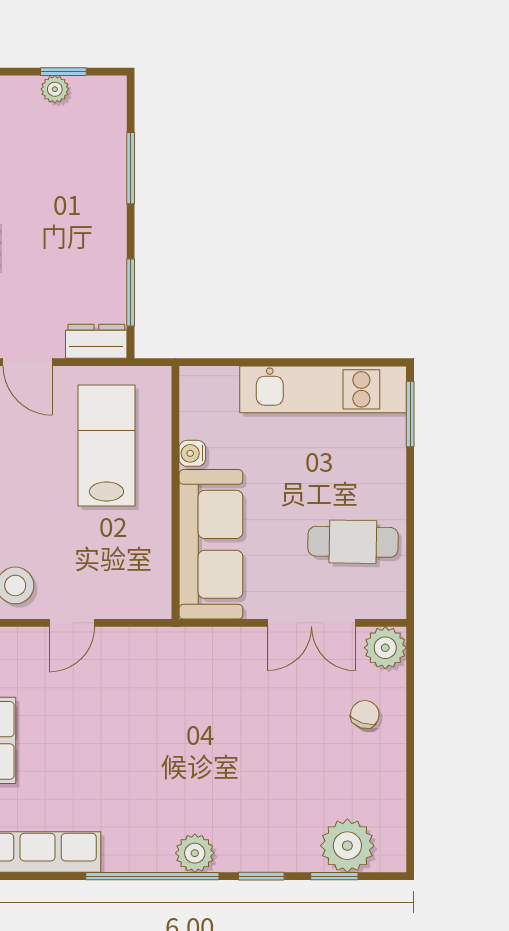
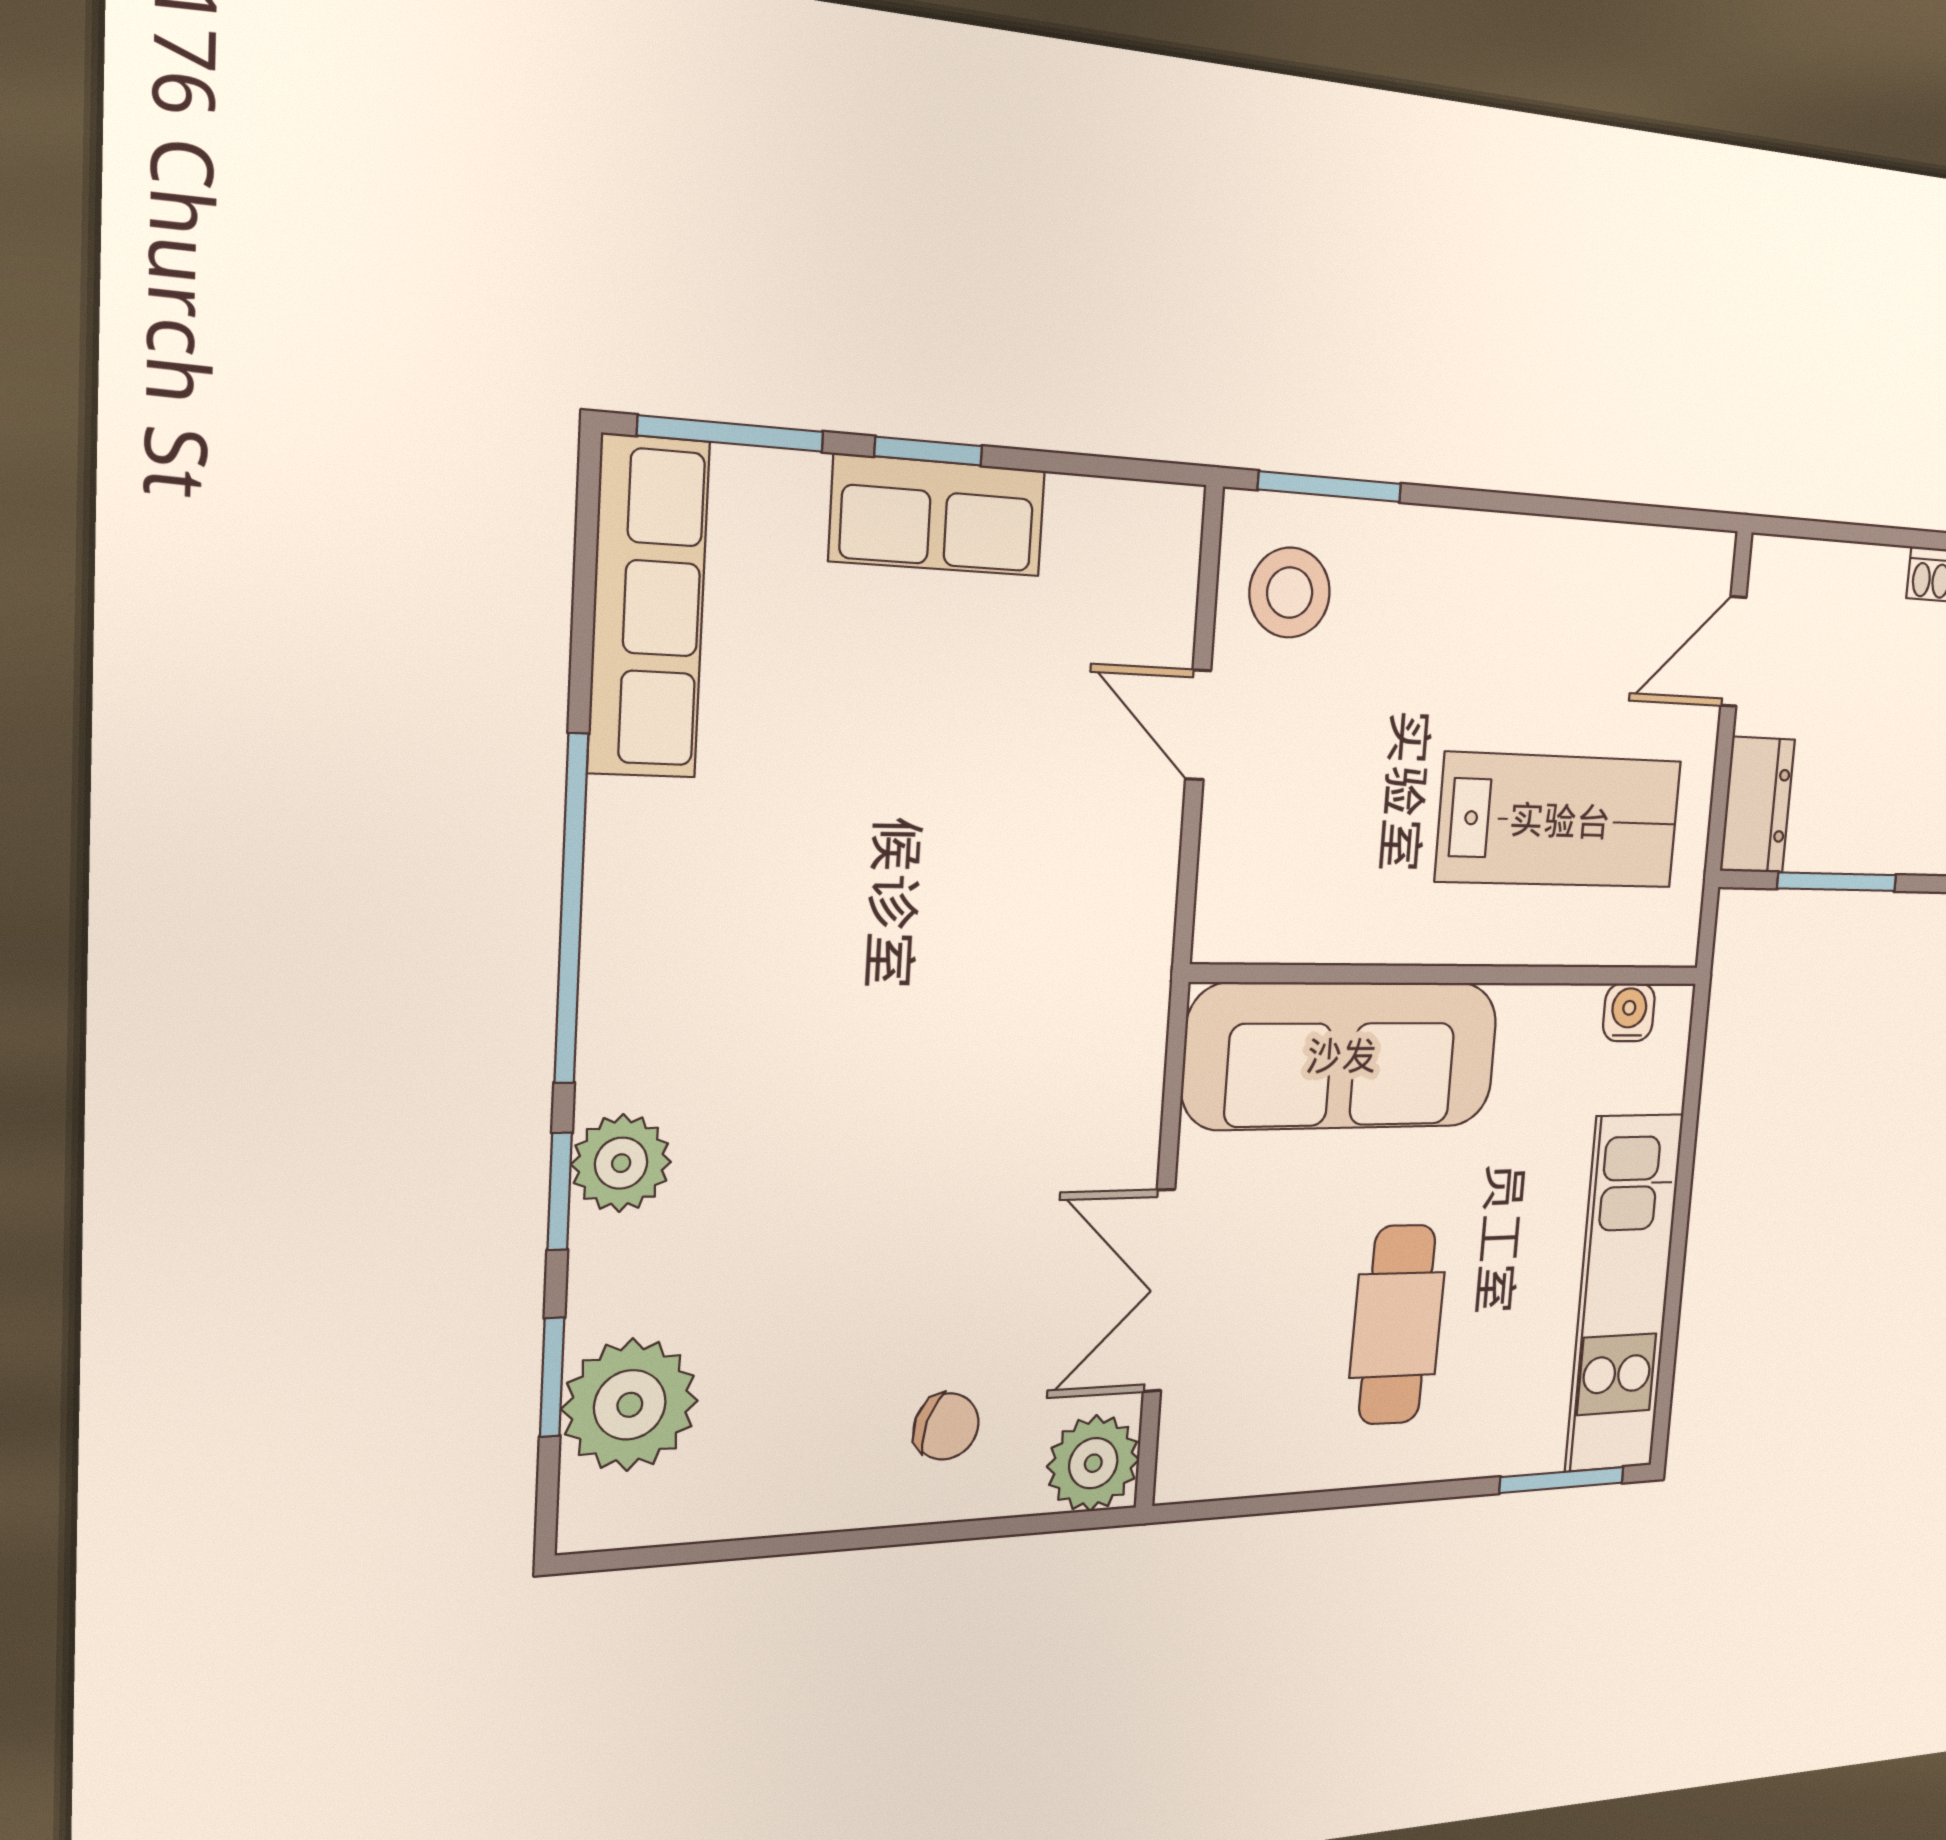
water cooler: (192, 453) -> (1629, 1012), moved
cafe table: (353, 542) -> (1397, 1325), moved
plant: (195, 853) -> (621, 1163), moved

